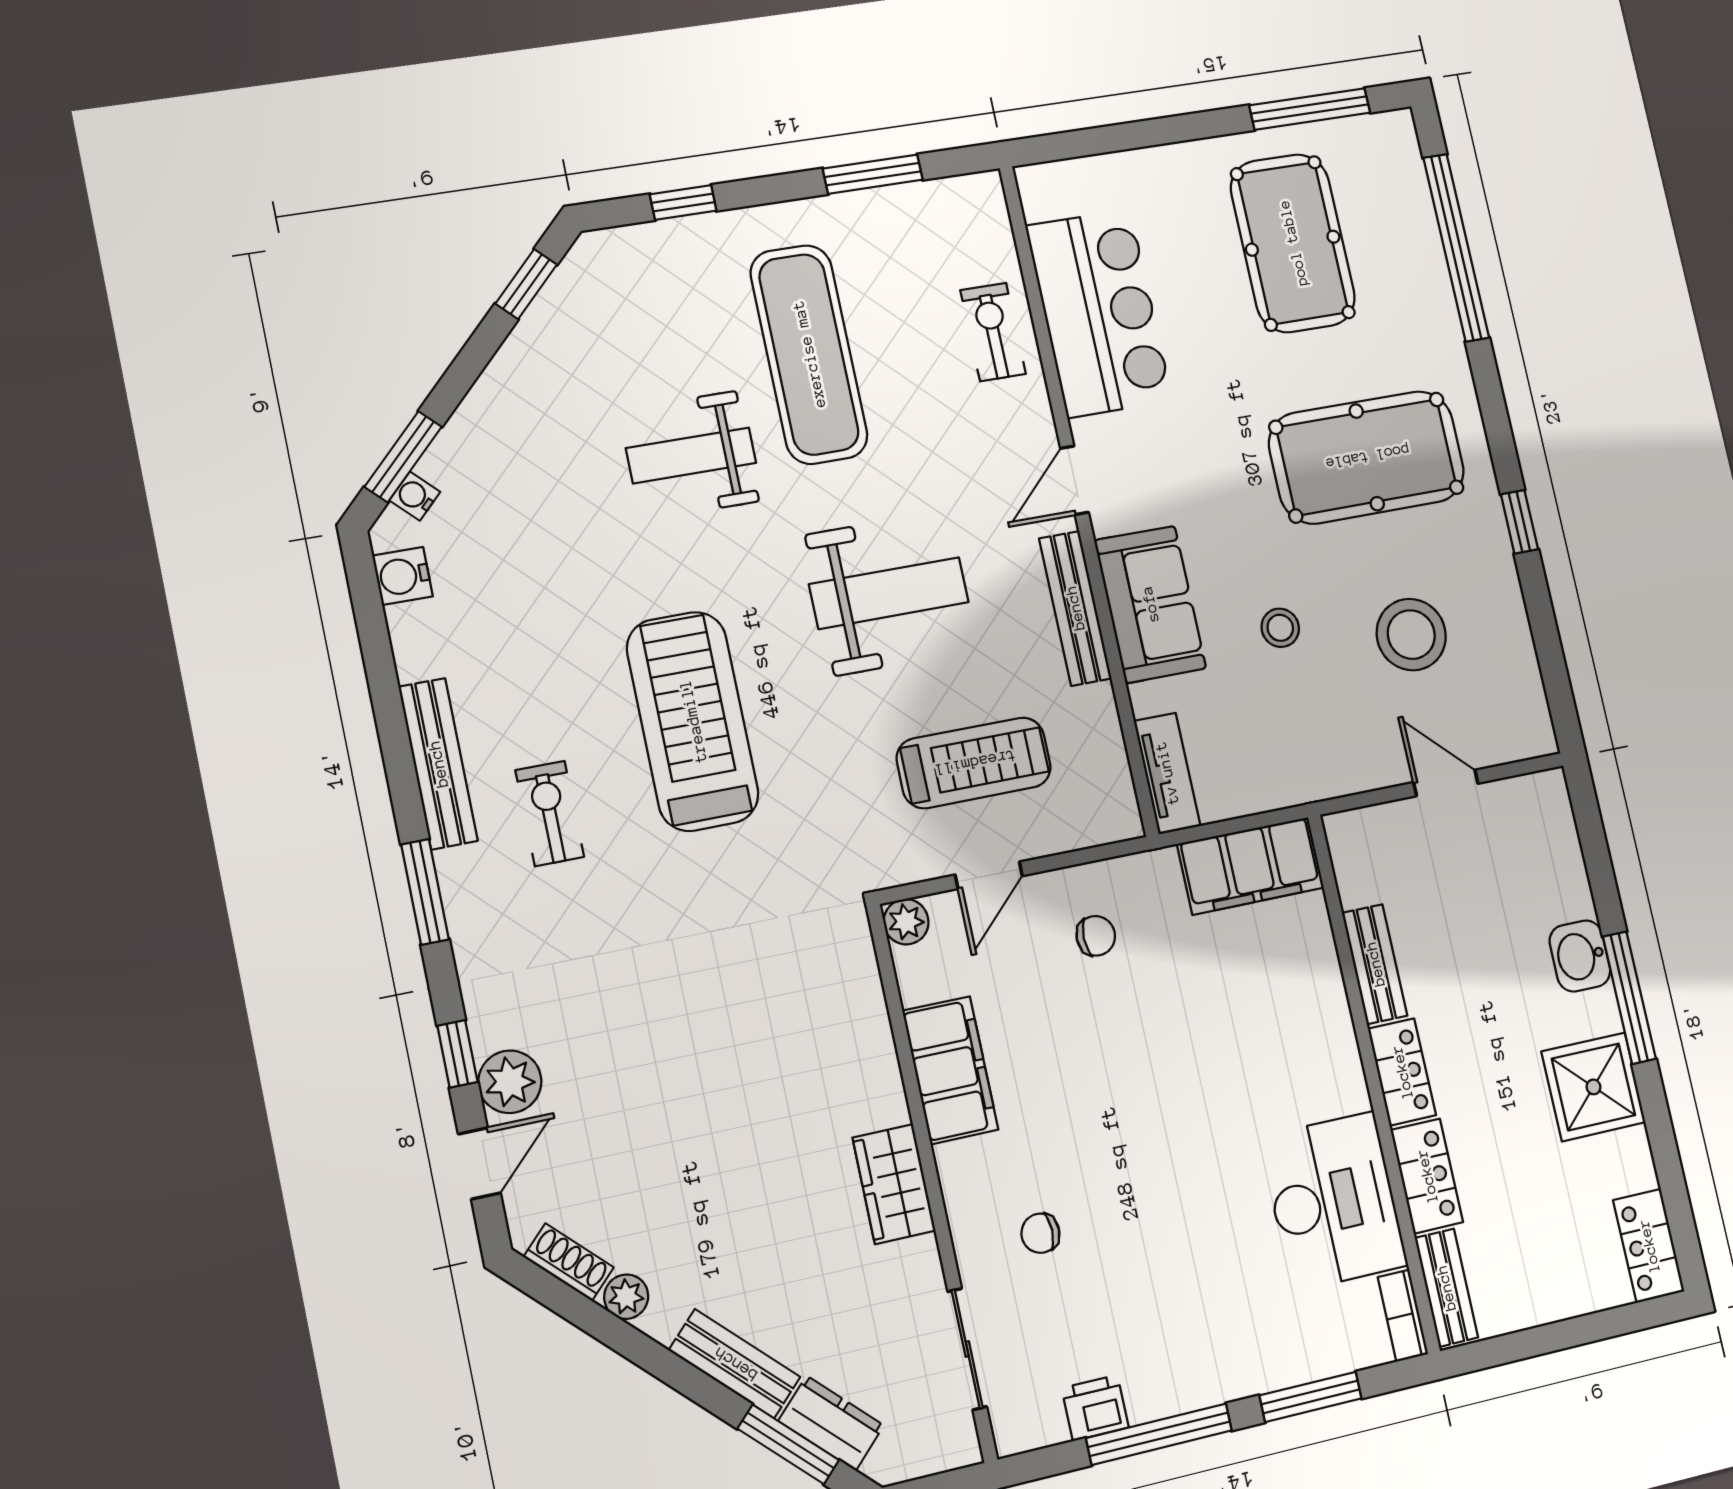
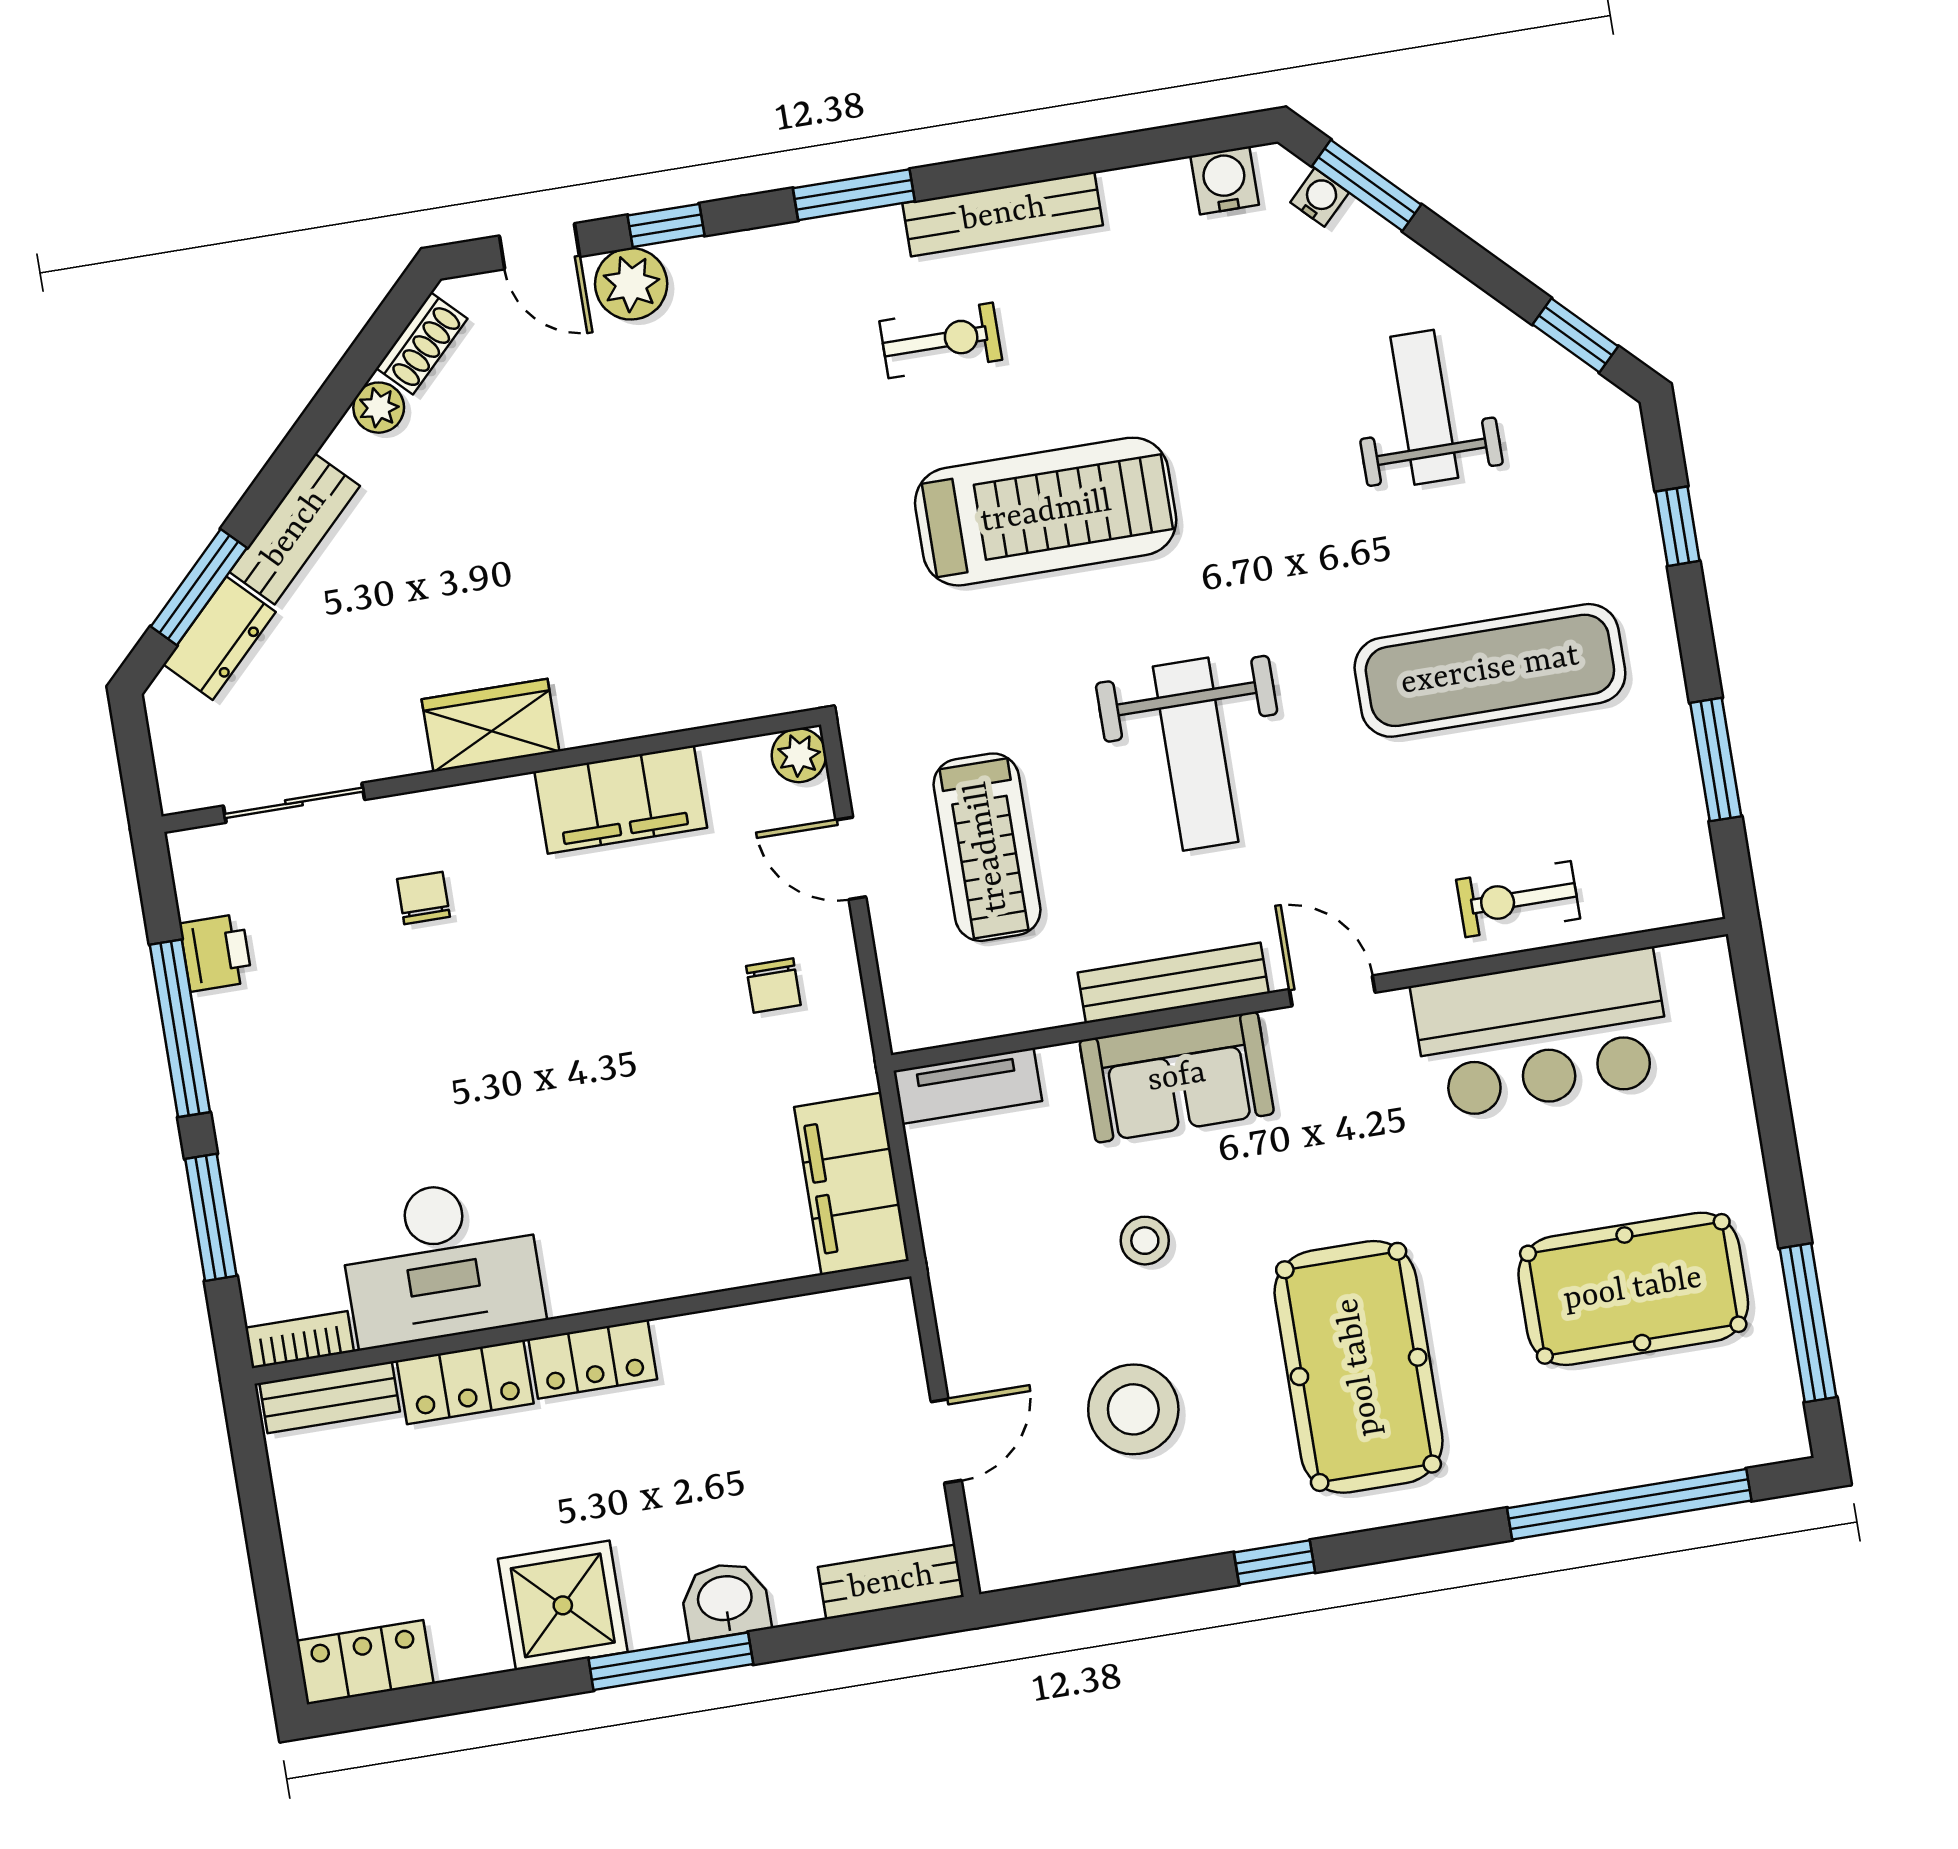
exercise bike: (993, 332) -> (1518, 899), turned 180
weight bench: (691, 455) -> (1424, 407), moved
bench: (1375, 964) -> (891, 1582), moved

